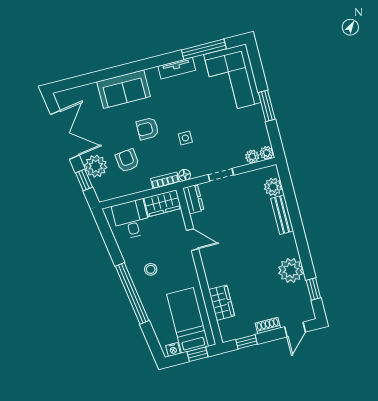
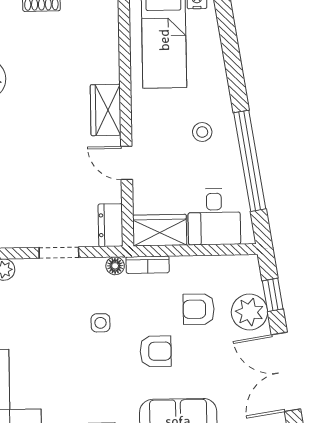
armchair: (127, 161) -> (199, 309), turned 96
window: (132, 293) -> (250, 161), moved
wardrobe: (222, 303) -> (106, 110), moved

